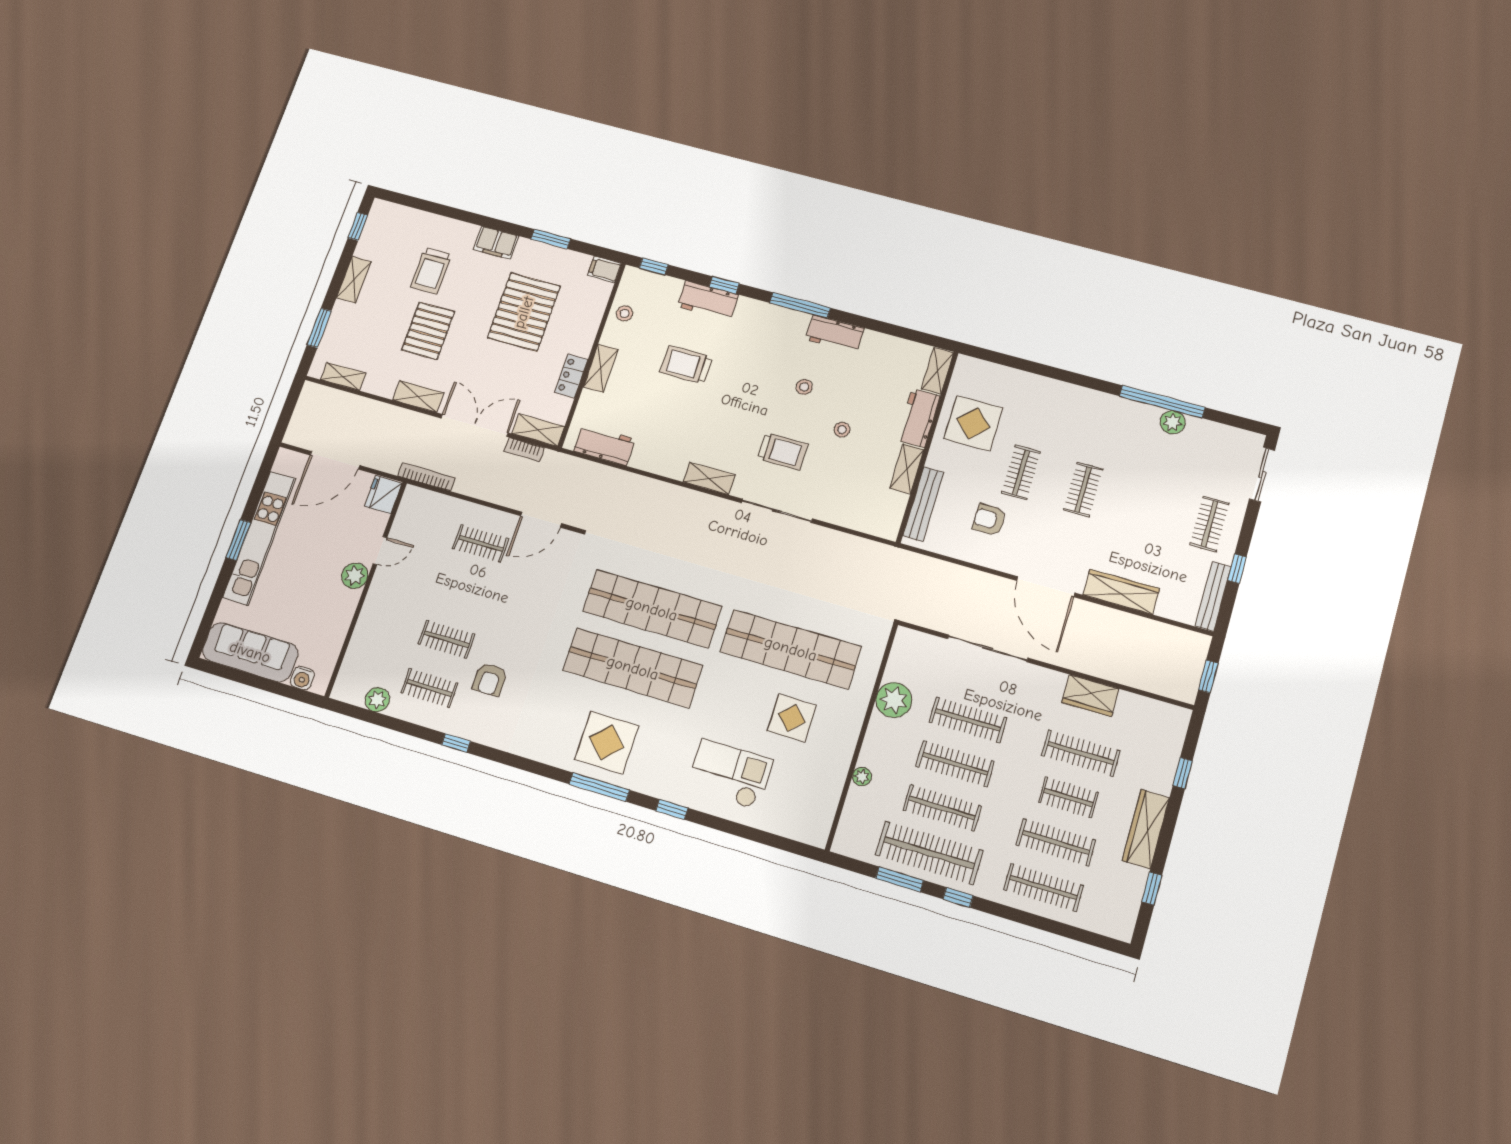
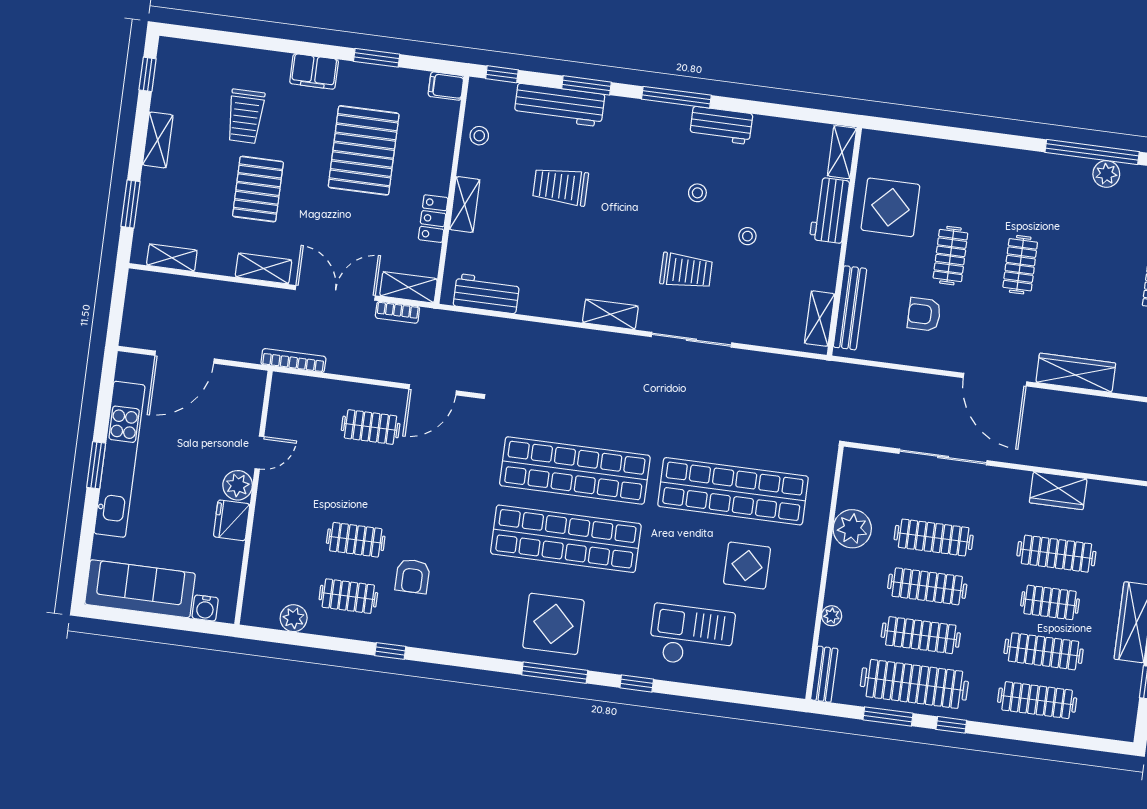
window: (724, 285) -> (586, 85), width x1.50
workbench: (708, 301) -> (559, 105), width x1.38
shelving: (907, 469) -> (820, 319), moved
fridge: (383, 495) -> (232, 520), moved
bench: (846, 830) -> (824, 674), added

